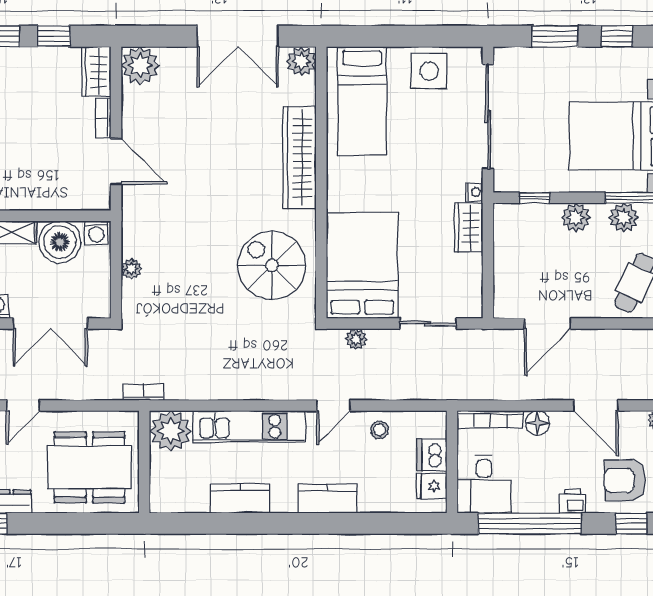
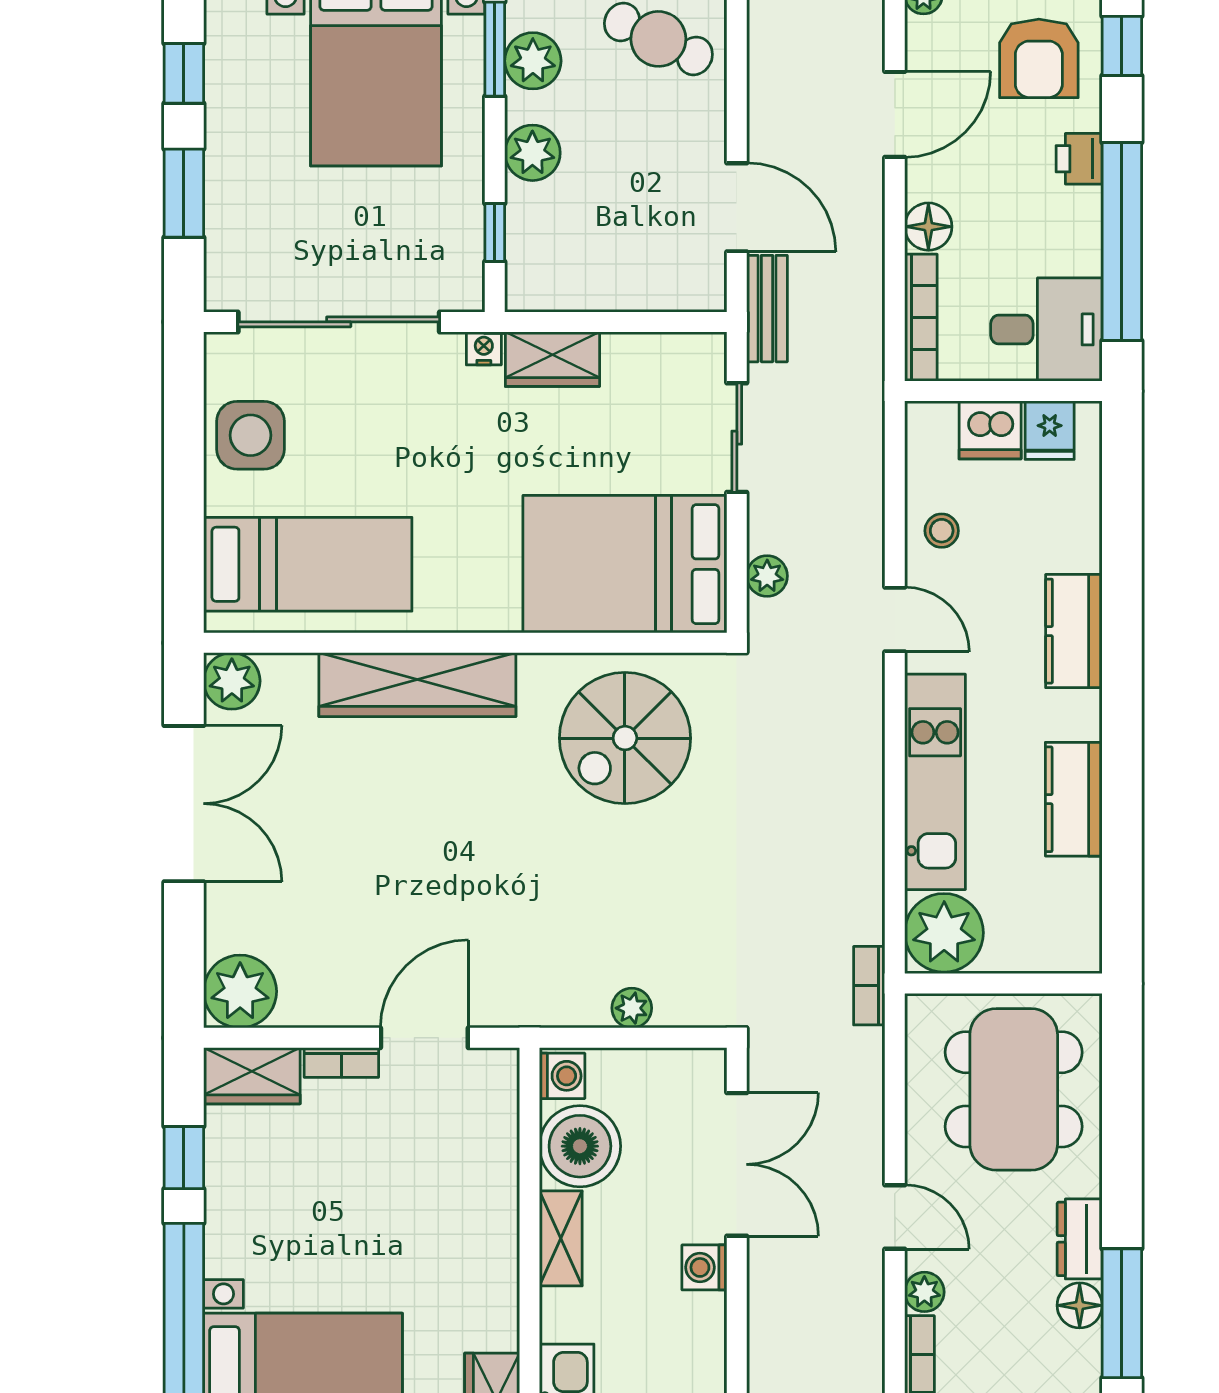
bench: (495, 339) -> (767, 309), added

